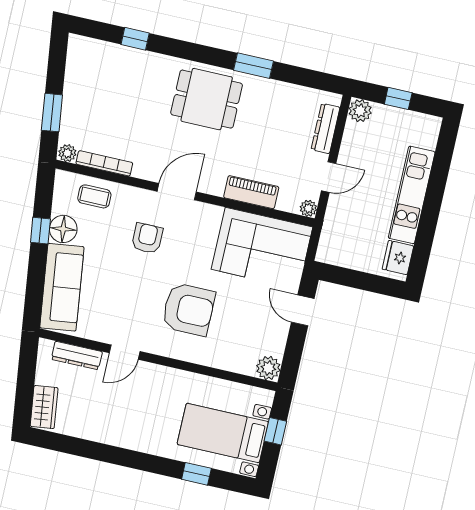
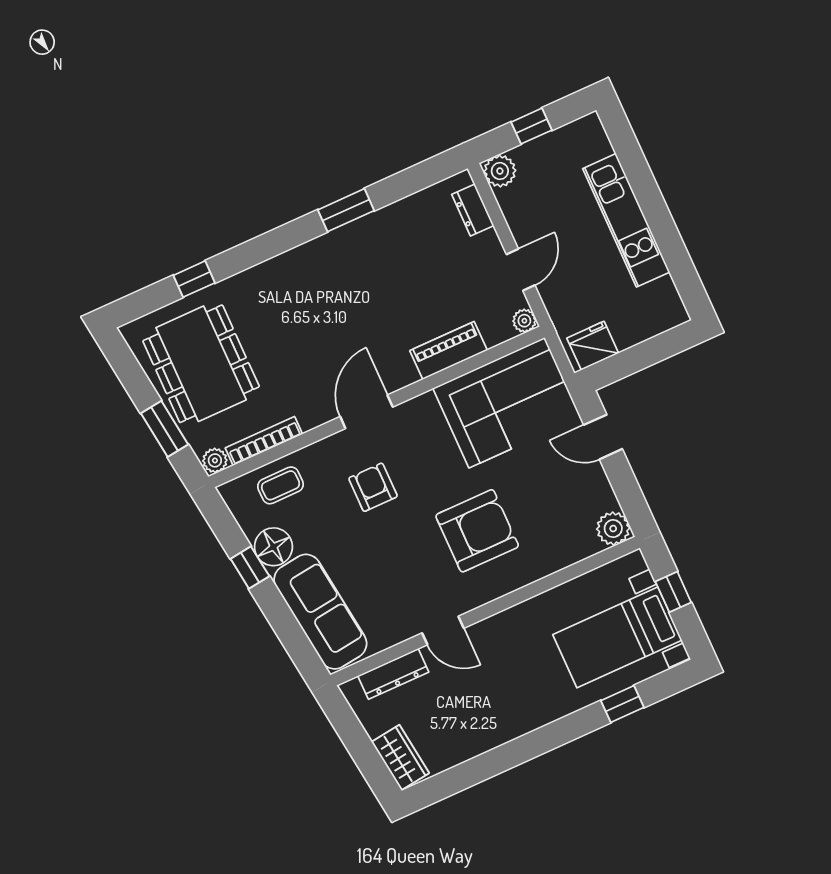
dining table: (207, 99) -> (201, 364), moved, width x1.38
dresser: (326, 128) -> (473, 210), width x0.70
fridge: (398, 258) -> (593, 346), moved, turned 90
door: (125, 352) -> (443, 631), hinge flipped

